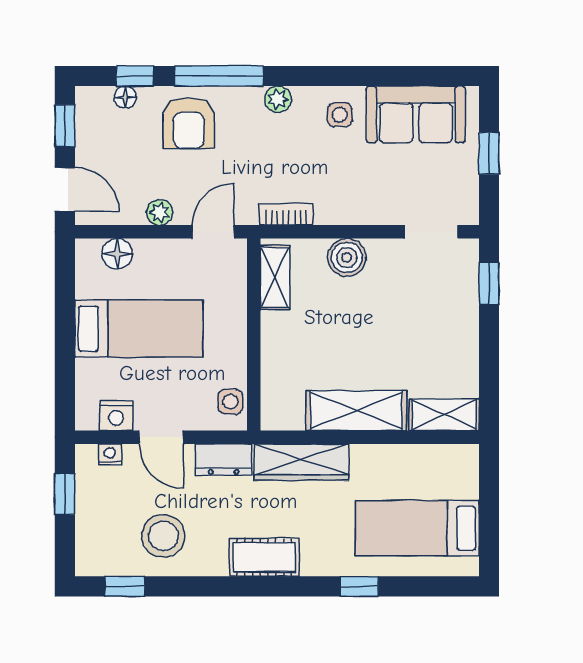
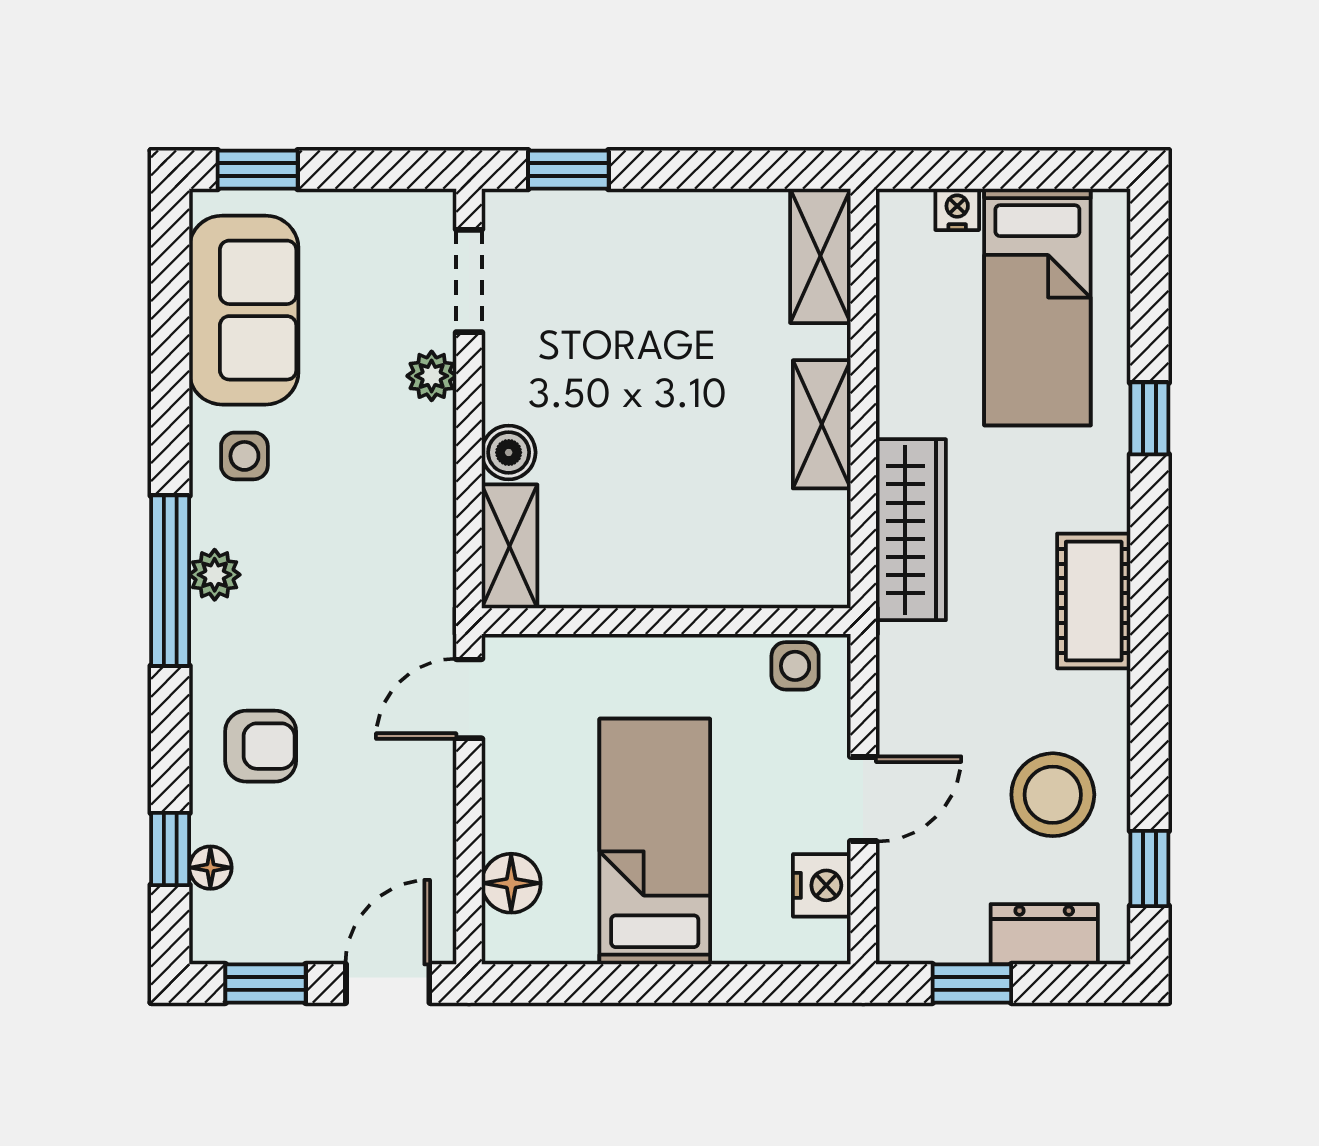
window: (219, 76) -> (170, 581), moved
armchair: (189, 123) -> (261, 746), width x0.72, depth x0.72
window: (489, 153) -> (258, 170), moved
plant: (160, 212) -> (432, 376), moved
bookcase: (286, 214) -> (436, 559), removed
door: (213, 232) -> (469, 699), hinge flipped
boiler: (347, 258) -> (509, 452), width x0.73, depth x0.73
shelving: (275, 277) -> (510, 546), moved, turned 90
shelving: (356, 411) -> (822, 424), width x0.67, depth x0.75
nightstand: (110, 455) -> (957, 209), moved, turned 90
dresser: (224, 460) -> (1044, 934), moved, turned -90

